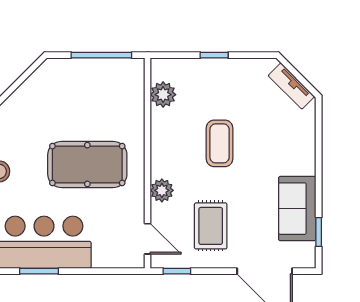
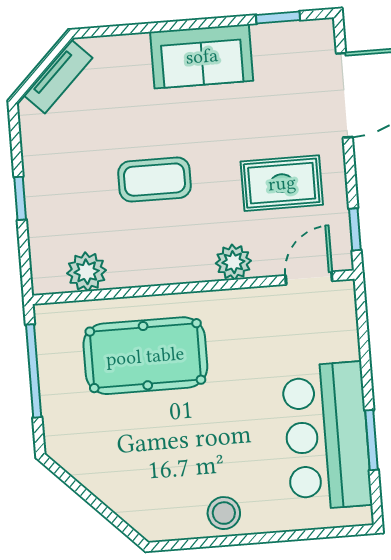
pool table: (87, 165) -> (145, 356), moved, turned 90
sofa: (297, 209) -> (202, 56), moved

